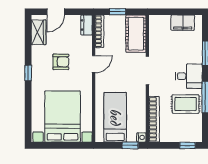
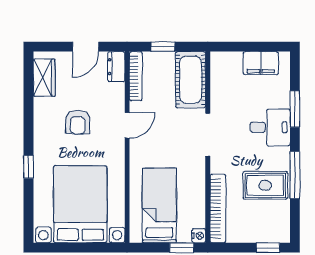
door: (56, 12) -> (86, 47), moved
armchair: (61, 62) -> (78, 122), turned 90
window: (28, 73) -> (29, 167), moved
desk: (189, 76) -> (270, 127), moved

